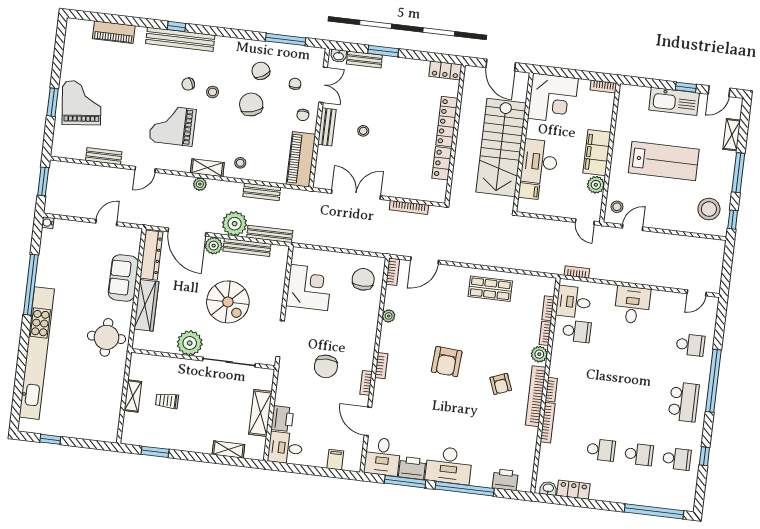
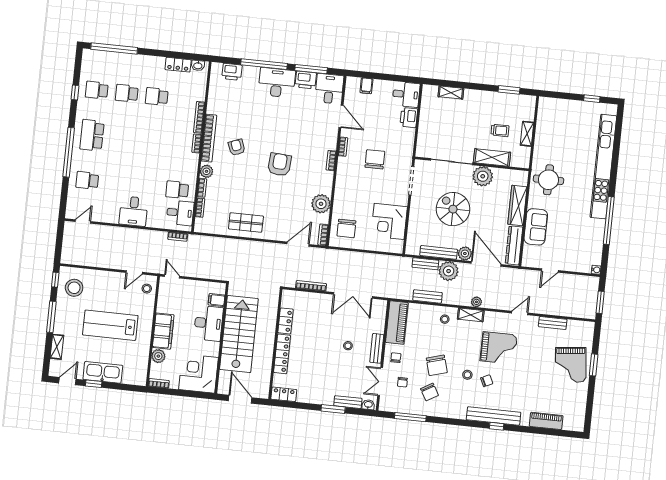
plant: (596, 185) -> (158, 356), moved
bench: (270, 234) -> (425, 264), width x0.73
plant: (389, 316) -> (321, 204), width x1.88, depth x1.88
shelving: (260, 413) -> (492, 157), moved, turned 90

